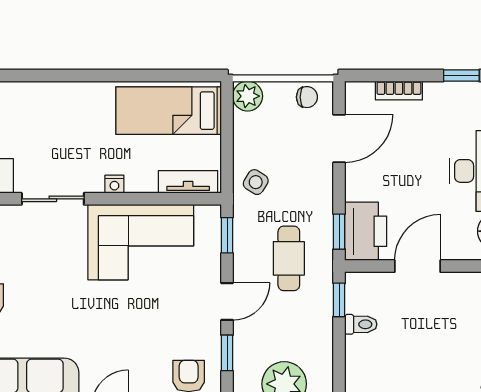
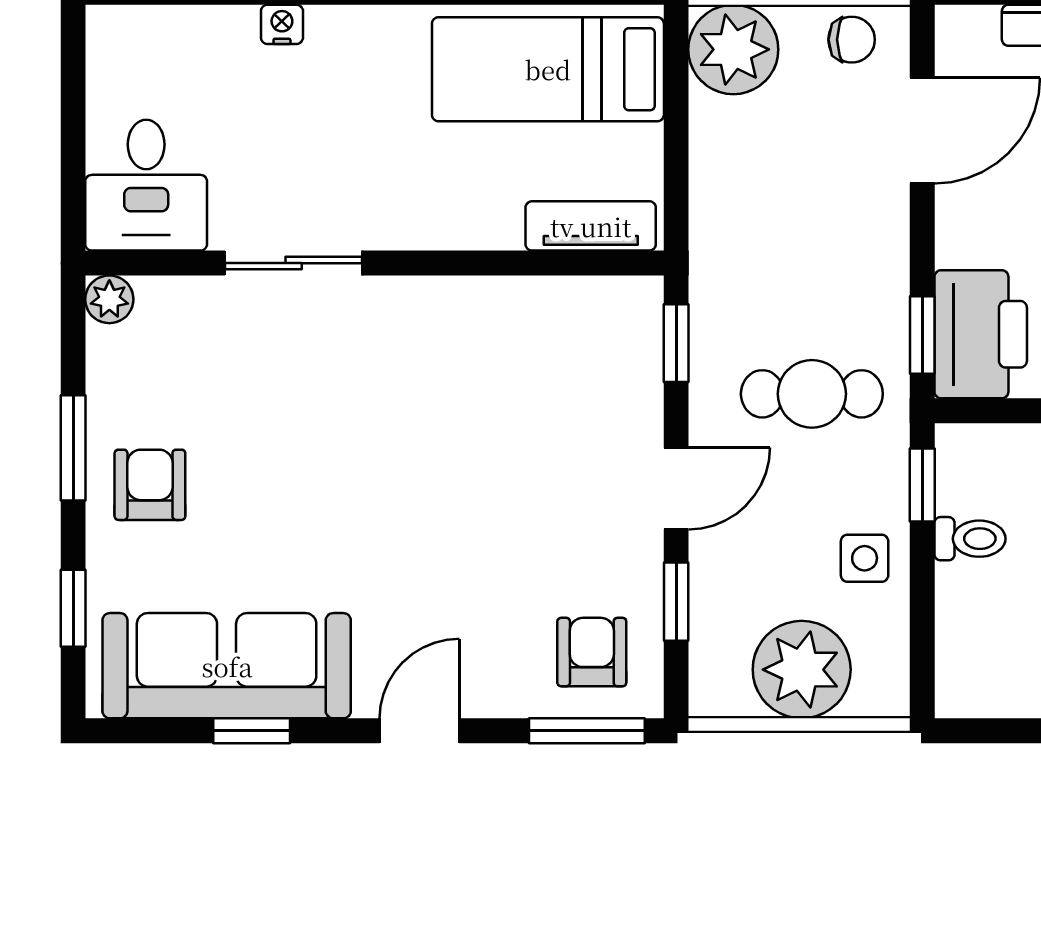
plant: (248, 96) -> (733, 49), width x1.36, depth x1.36
side table: (256, 182) -> (865, 558), moved, turned -32
nightstand: (114, 184) -> (282, 24), moved, turned 180
corner sofa: (141, 242) -> (487, 358), removed
cafe table: (289, 258) -> (812, 394), turned 90

